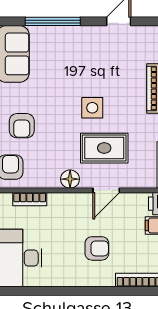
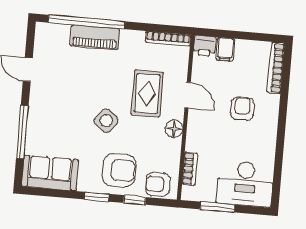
side table: (92, 108) -> (106, 121), moved, turned 38
armchair: (22, 126) -> (119, 170), width x1.38, depth x1.38

